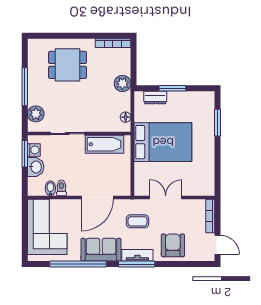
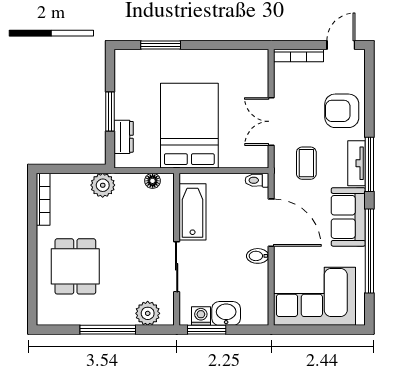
bidet: (50, 188) -> (258, 256), moved
toilet: (61, 188) -> (257, 180), moved

